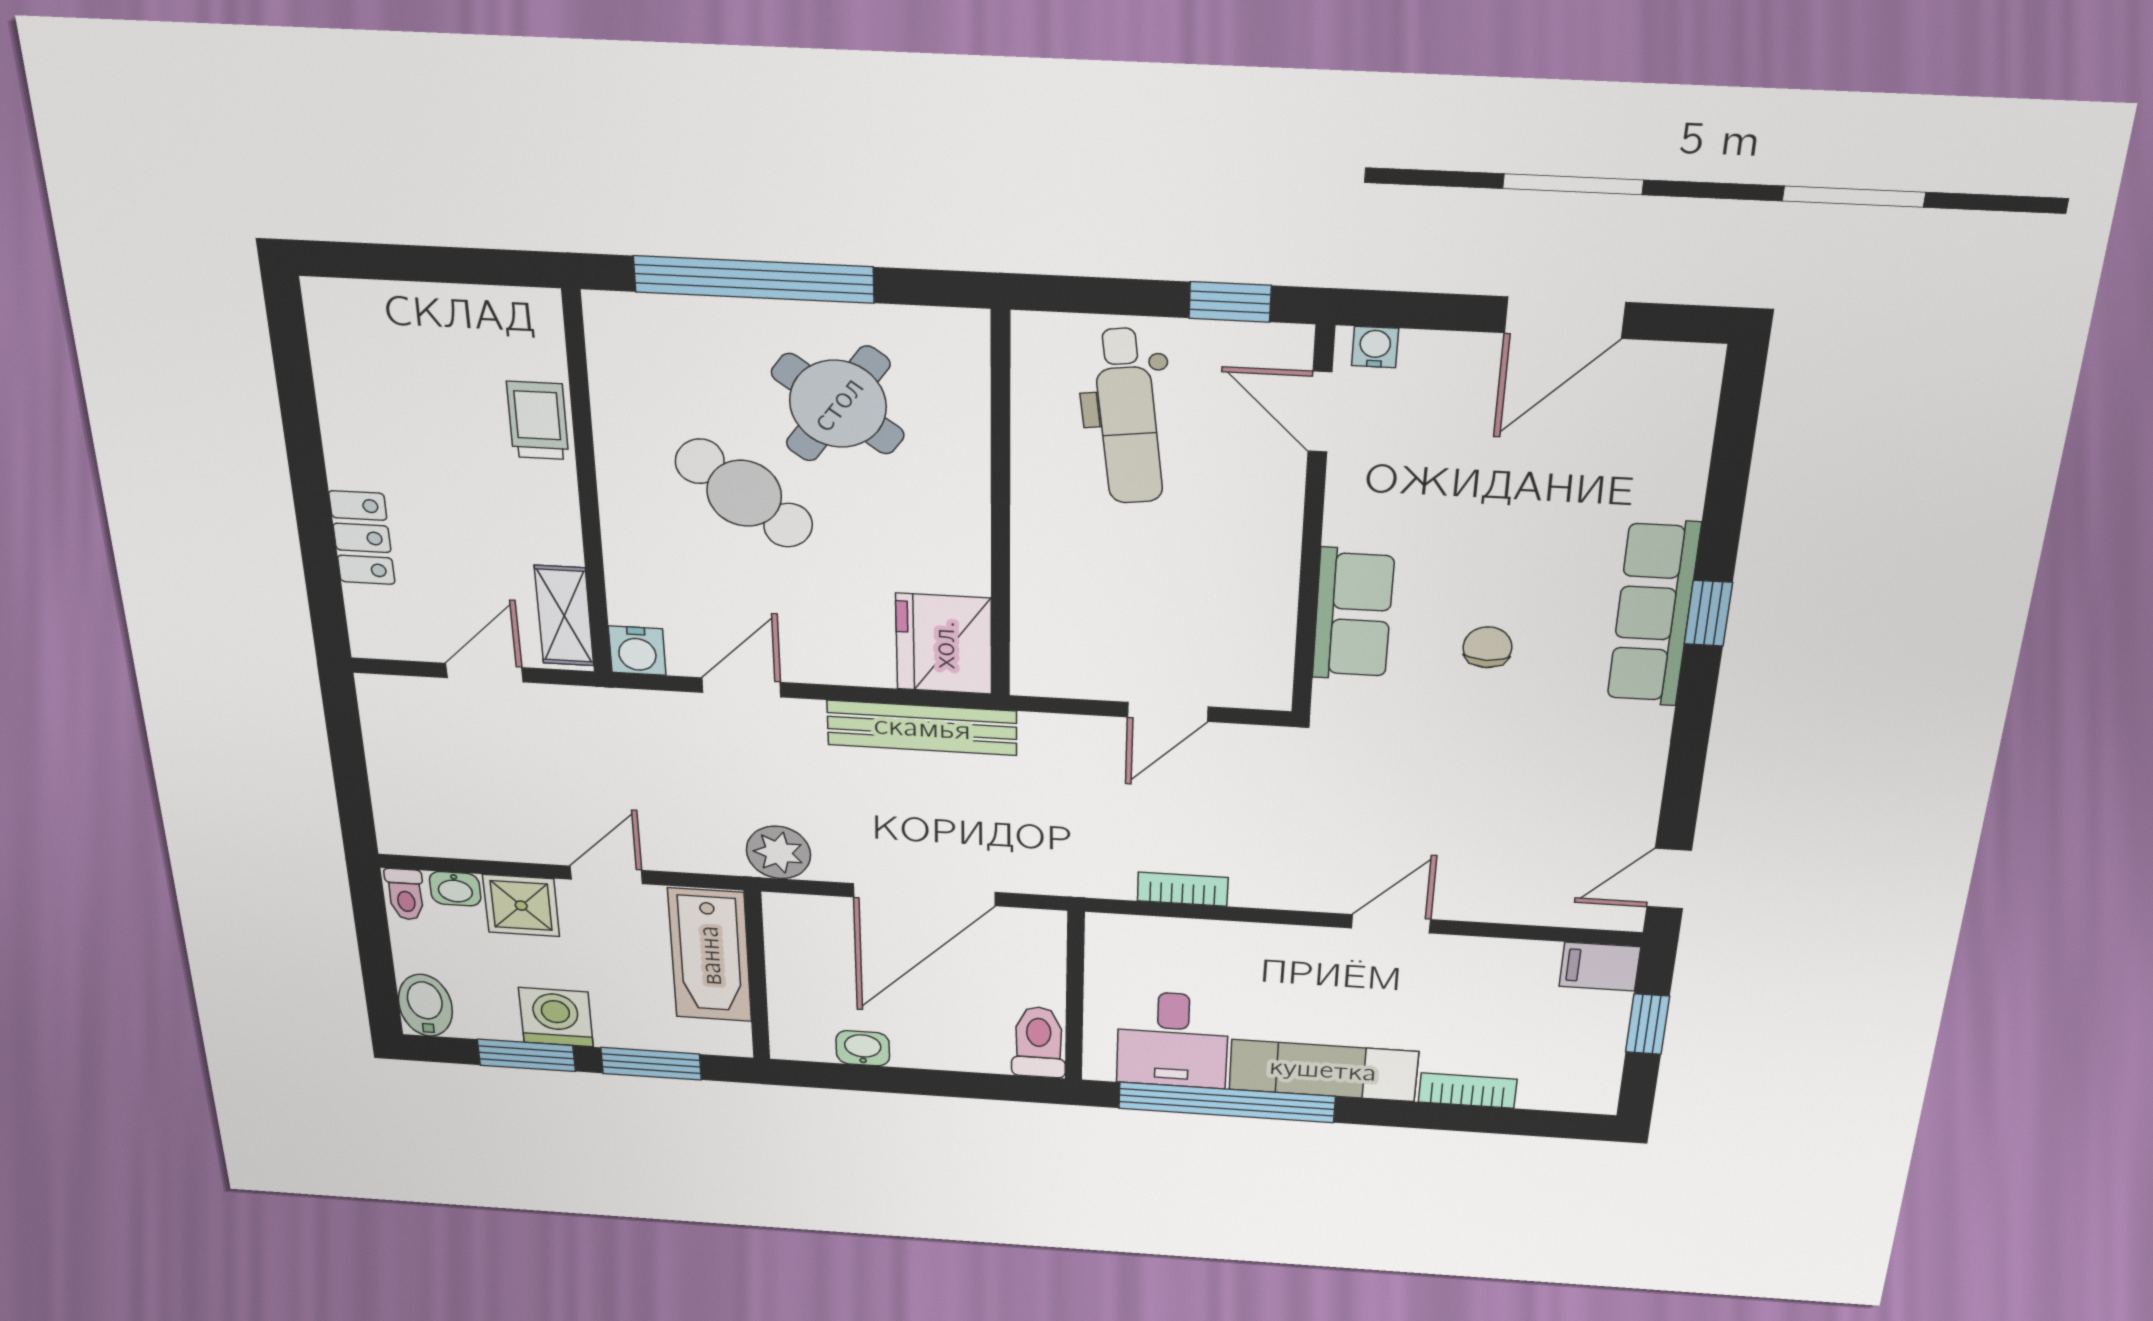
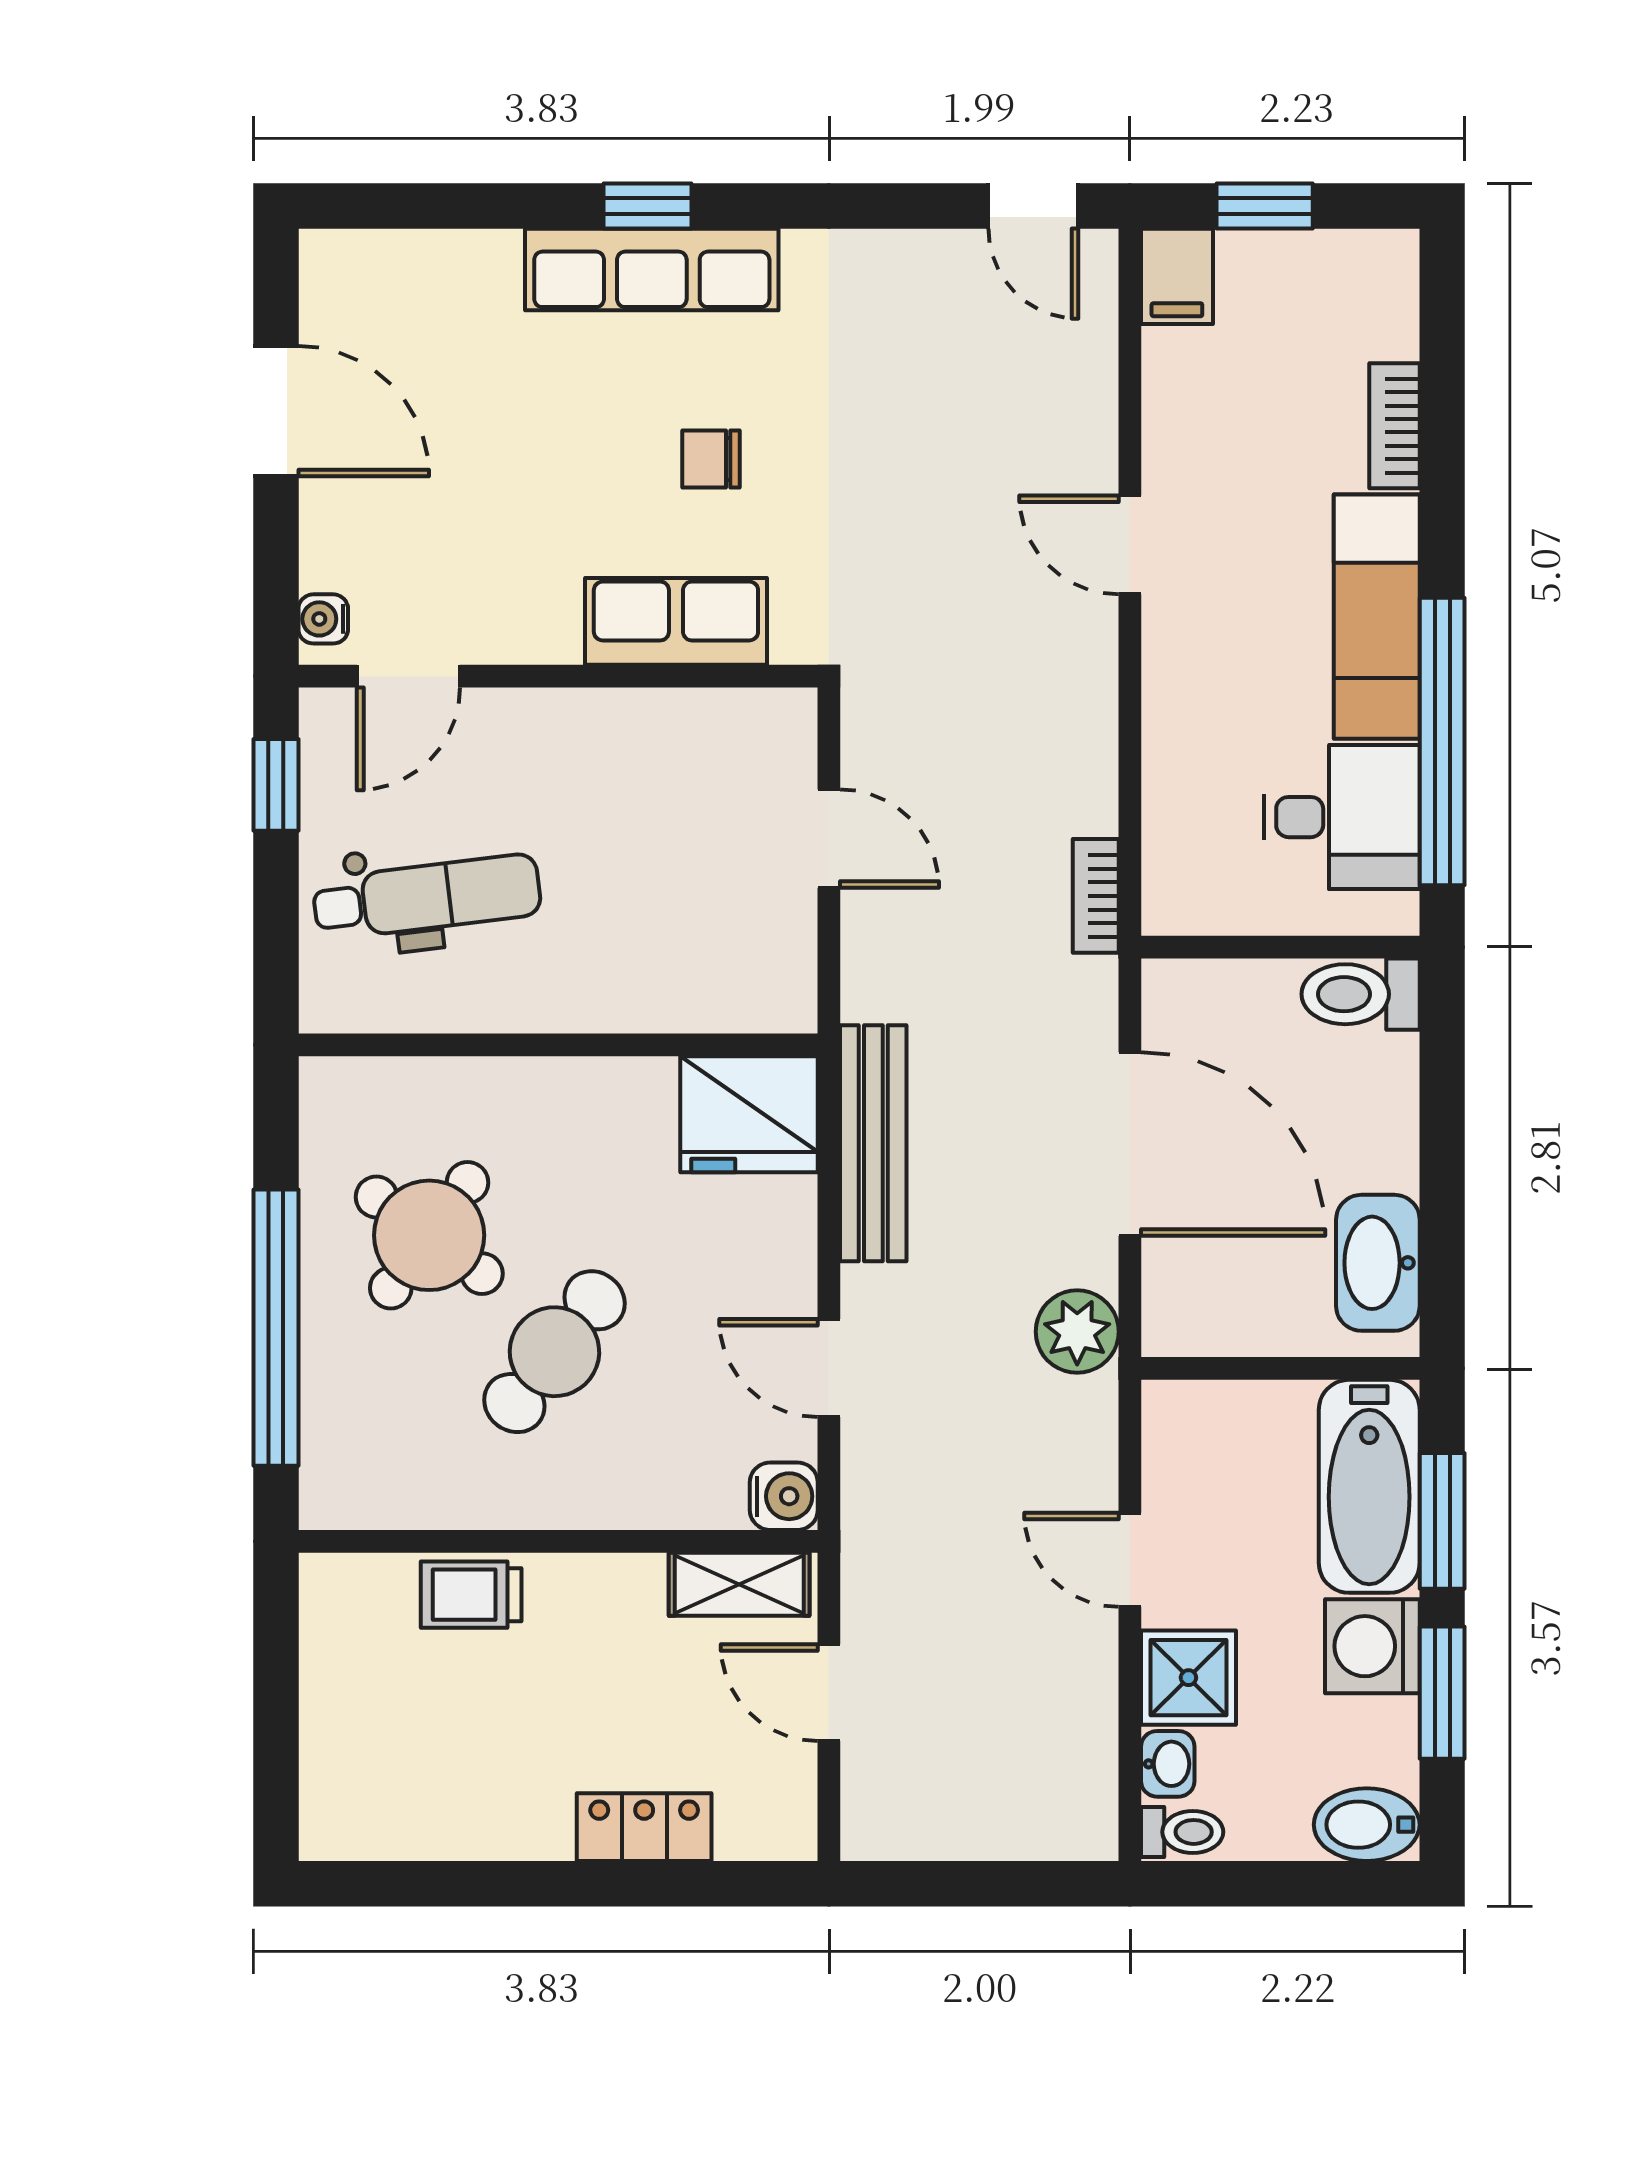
bookcase: (1183, 889) -> (1096, 896), moved
bathtub: (710, 955) -> (1369, 1486), moved, turned 90
washbasin: (863, 1048) -> (1378, 1263), width x1.91, depth x1.45

